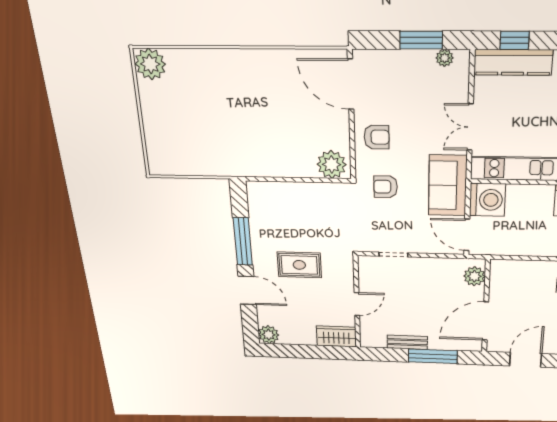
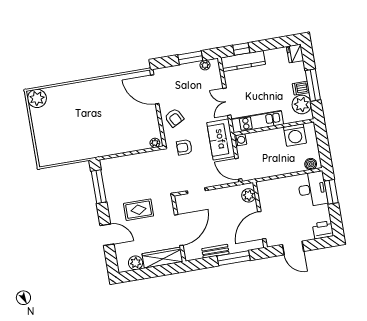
armchair: (377, 137) -> (174, 118), turned 63
plant: (332, 164) -> (155, 143), width x0.53, depth x0.53
washing machine: (487, 200) -> (240, 140), width x0.53, depth x0.53
window: (243, 241) -> (99, 187), moved
door: (357, 304) -> (179, 230), width x1.88
plant: (269, 335) -> (136, 263), moved
wardrobe: (336, 336) -> (162, 258), width x1.50
door: (526, 360) -> (293, 248), swing flipped

